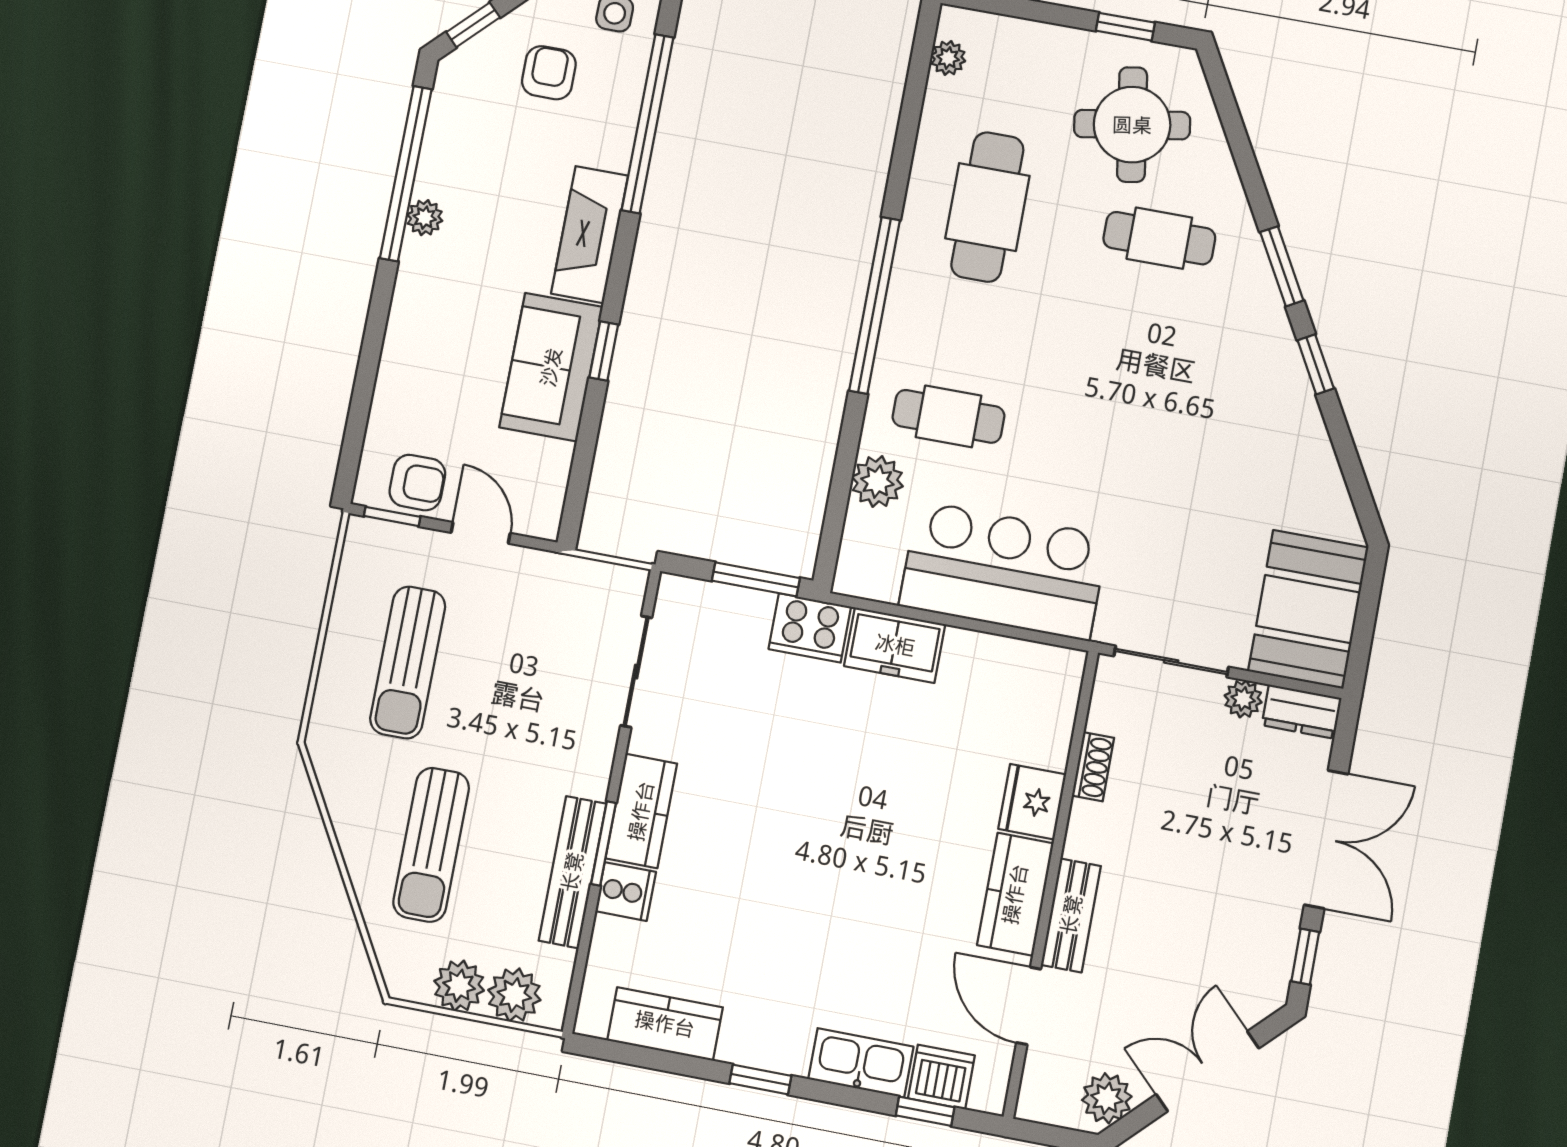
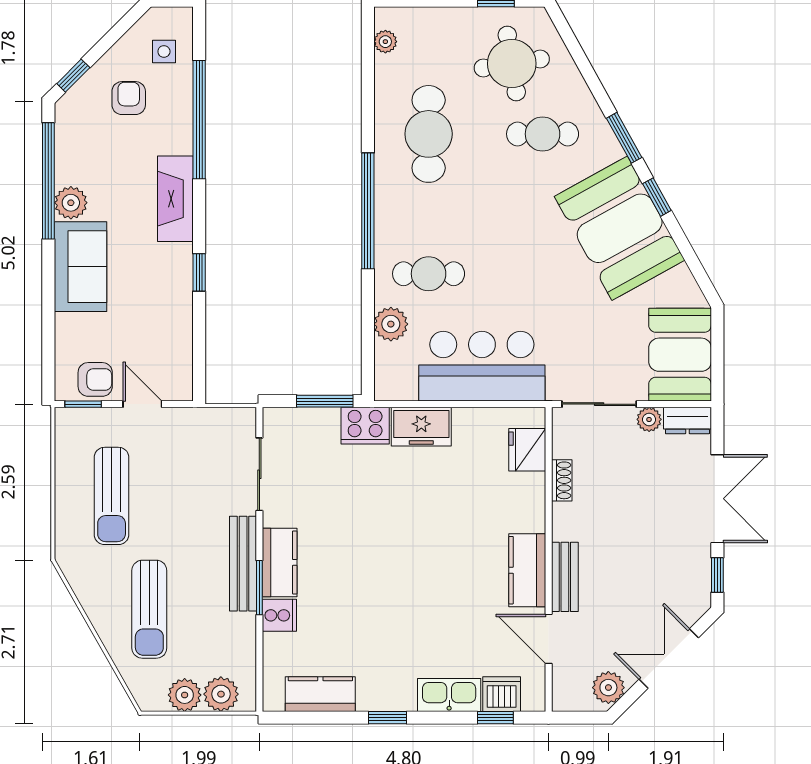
plant: (425, 218) -> (71, 203), width x1.38, depth x1.38
sofa: (551, 367) -> (81, 267), moved, turned 180
booth: (1250, 401) -> (620, 228), added
fridge: (1032, 802) -> (527, 450), moved
bench: (572, 872) -> (243, 564), moved

